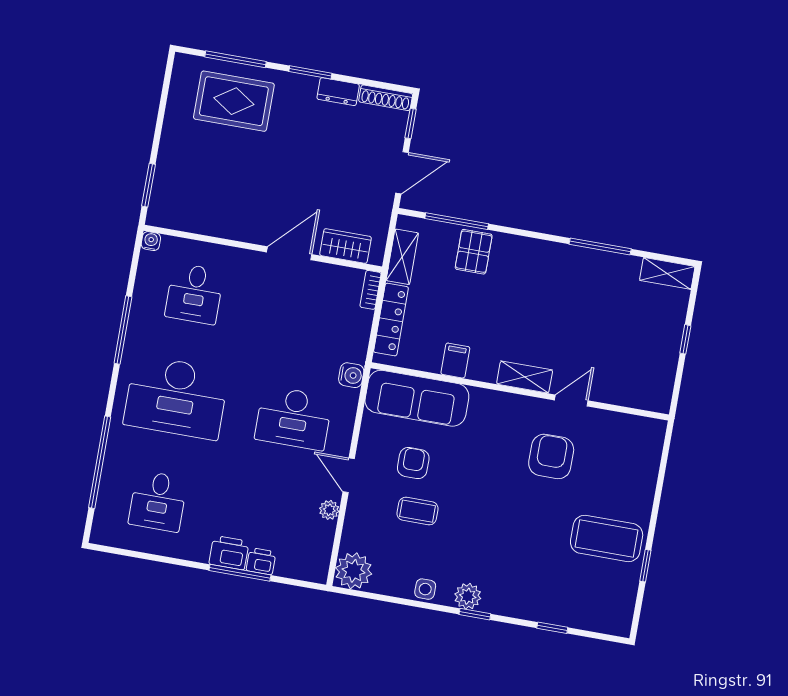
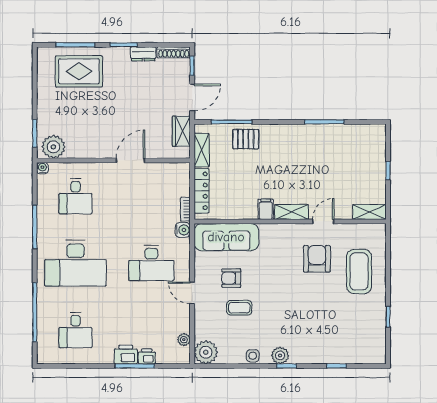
plant: (174, 211) -> (53, 147), added
wardrobe: (345, 246) -> (181, 131), moved, turned -90
pallet: (474, 252) -> (246, 139), turned 90
shelving: (667, 273) -> (369, 212), moved
bookcase: (371, 290) -> (185, 209), moved
filing cabinet: (455, 361) -> (266, 209), moved
armchair: (413, 463) -> (231, 278), turned -90
plant: (329, 510) -> (184, 340), moved
coffee table: (607, 538) -> (359, 271), moved, turned 90

